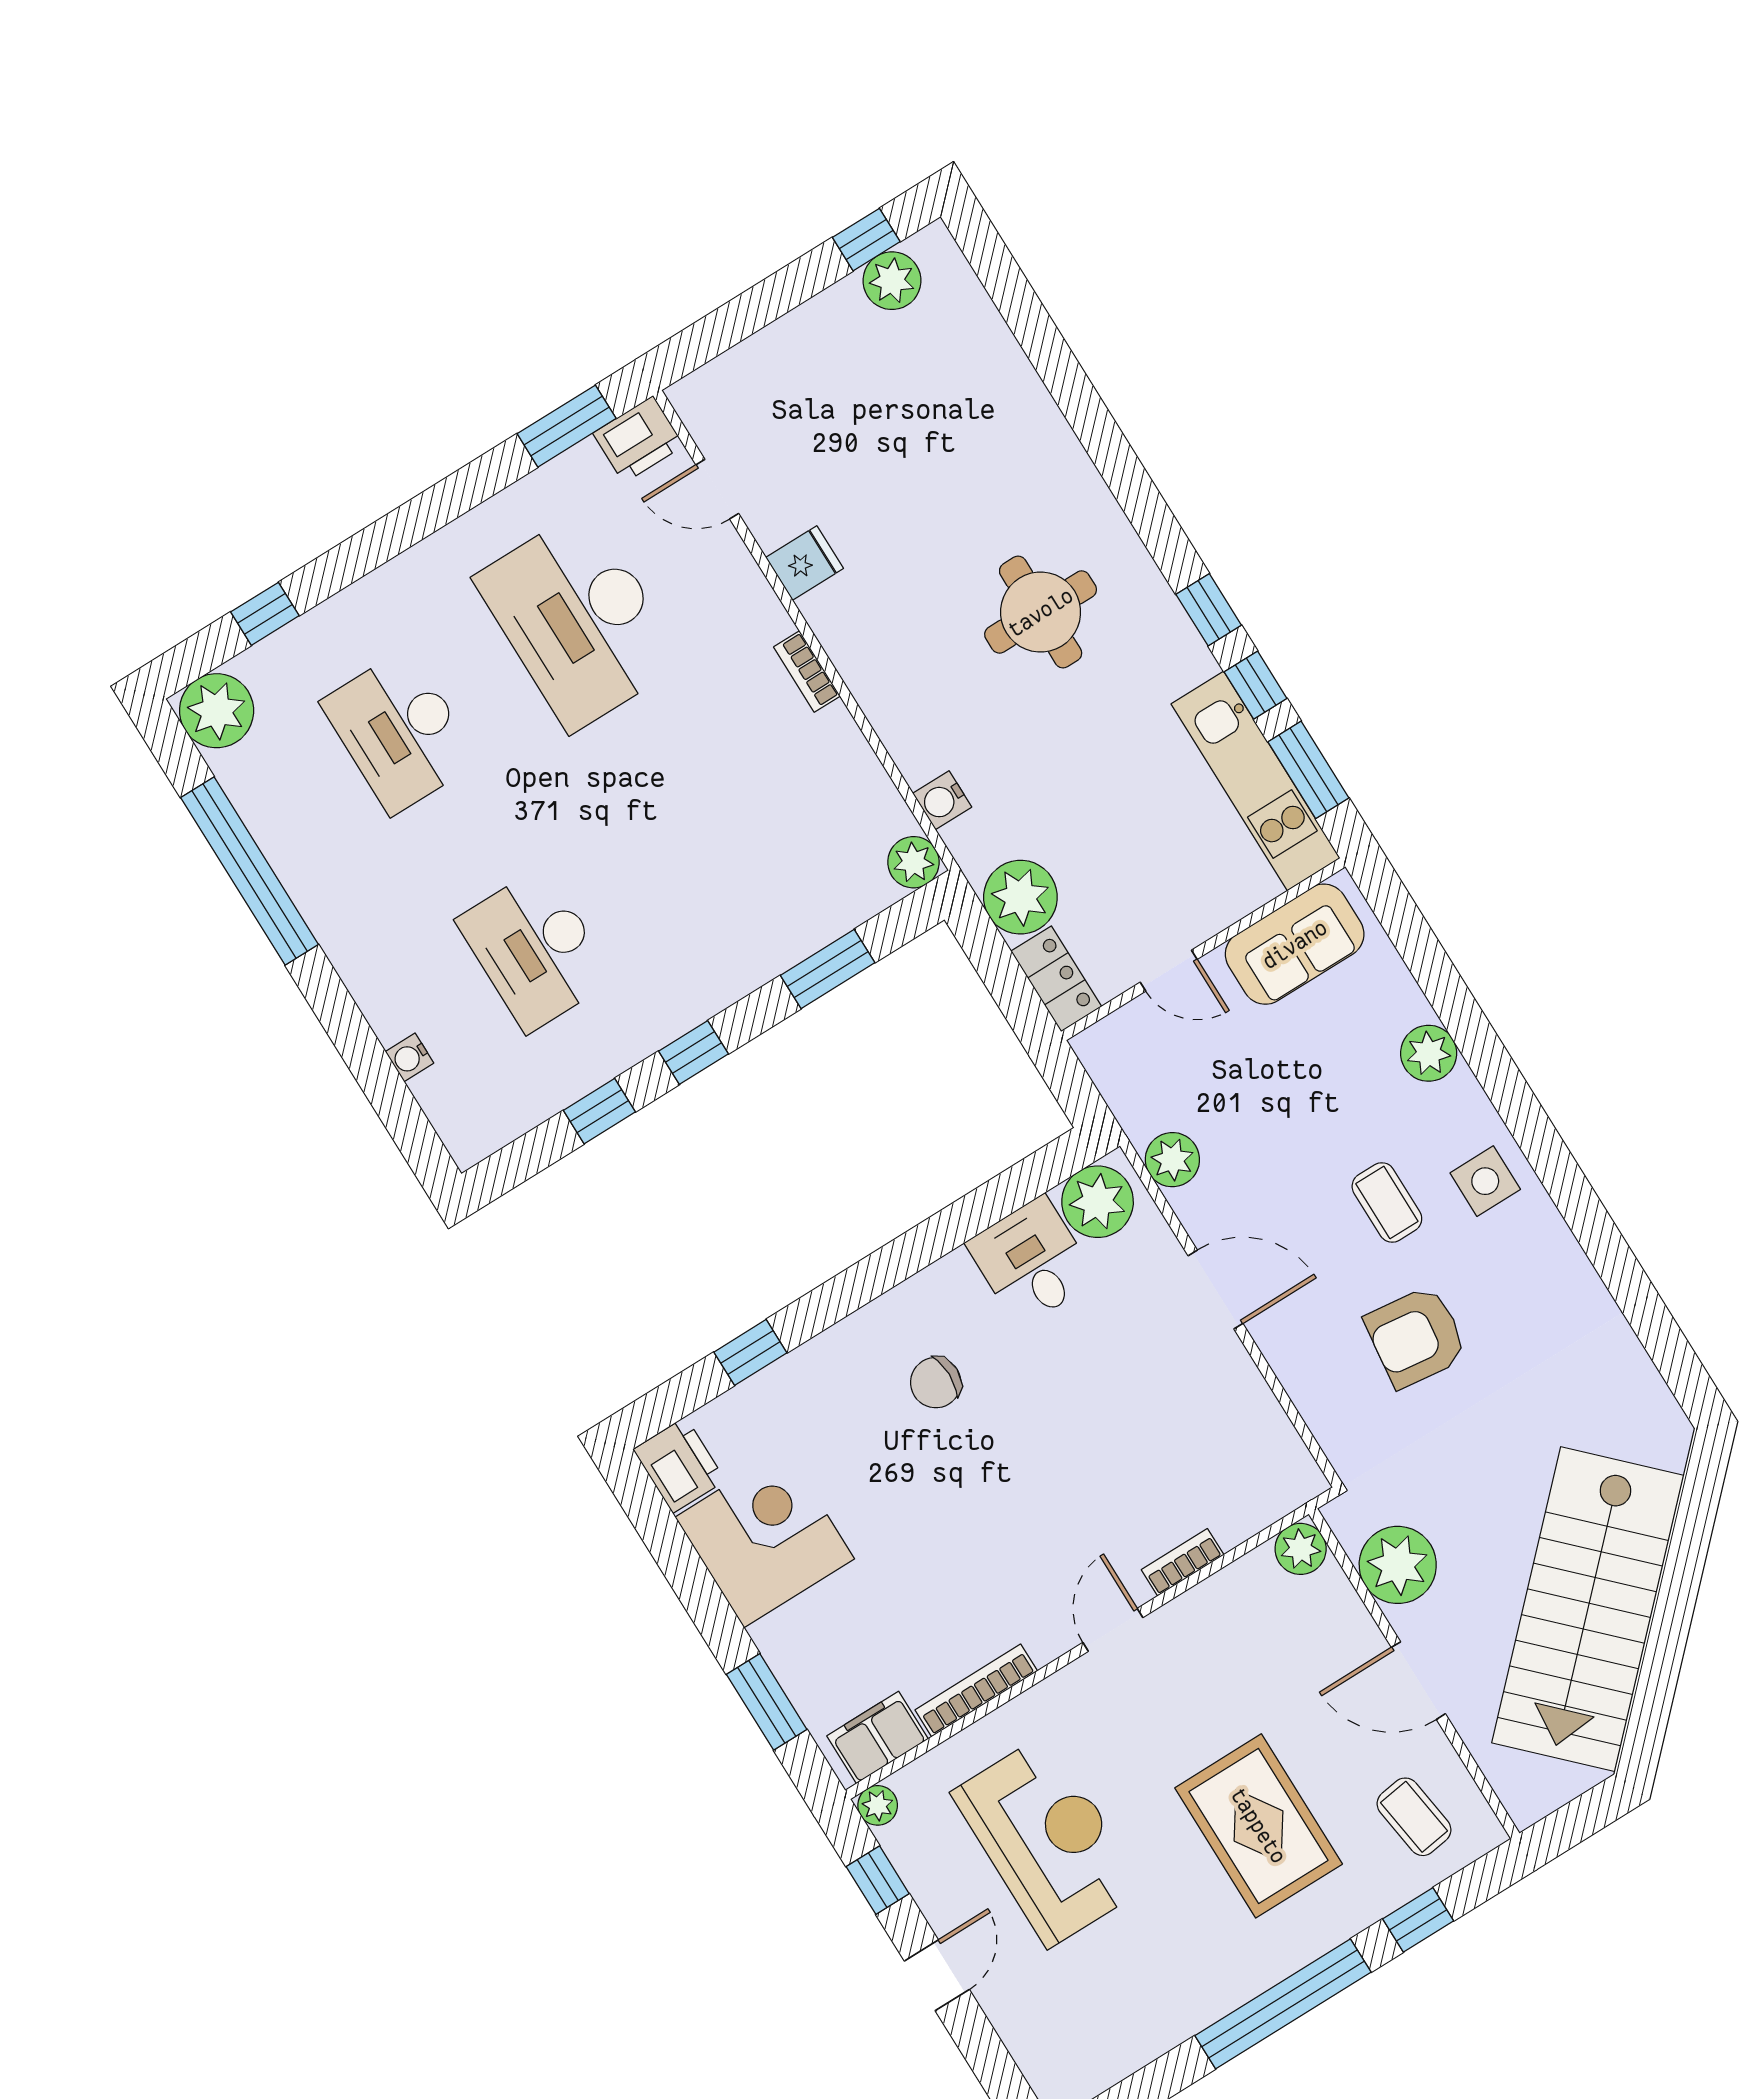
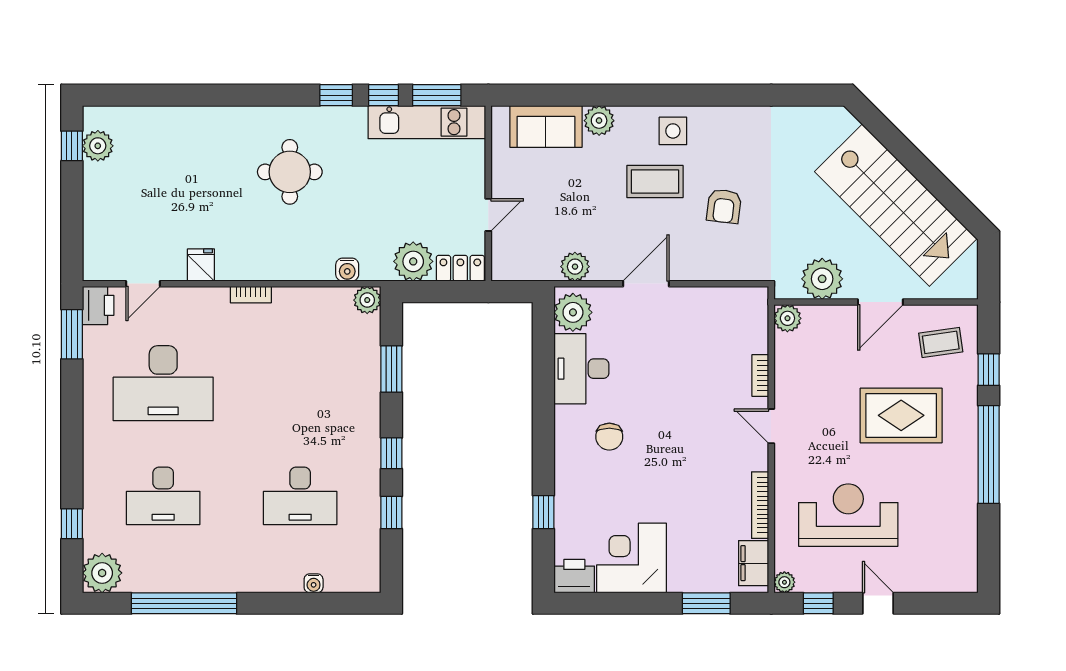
sofa: (1295, 944) -> (546, 126), moved, turned 90
coffee table: (1387, 1202) -> (655, 181), width x1.36, depth x1.30
desk: (1031, 1261) -> (581, 369), width x1.37
armchair: (1416, 1337) -> (724, 206), width x0.72, depth x0.72

